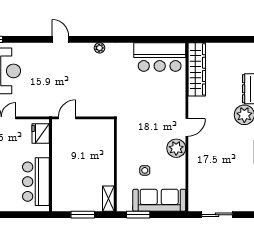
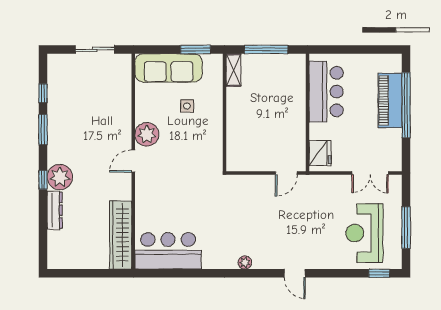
window: (83, 215) -> (266, 49), width x1.44

